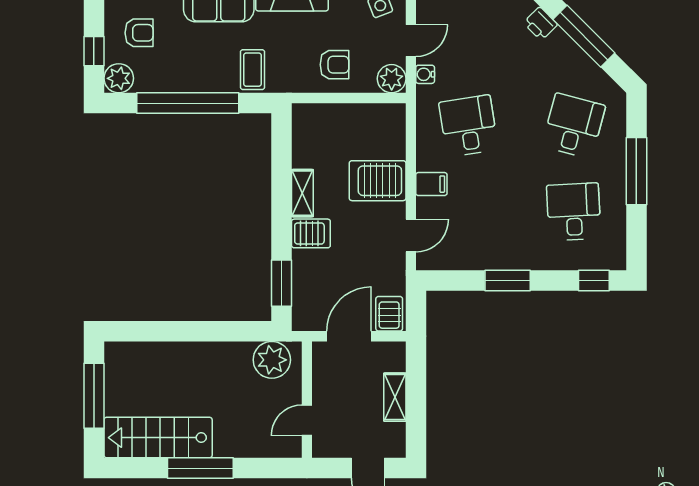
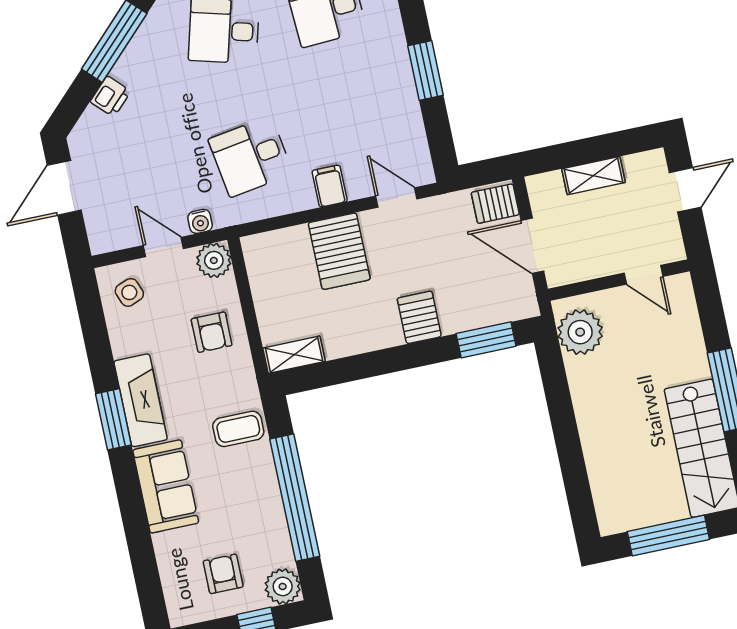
armchair: (334, 65) -> (212, 332), turned 180
shelving: (302, 193) -> (294, 355), moved

